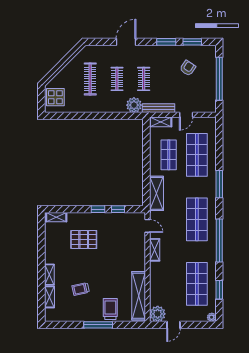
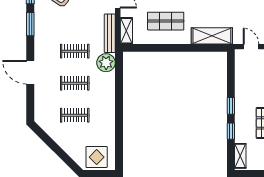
clothes rail: (90, 79) -> (75, 115), width x0.73
window: (118, 209) -> (231, 131), moved
door: (147, 226) -> (251, 47), hinge flipped

